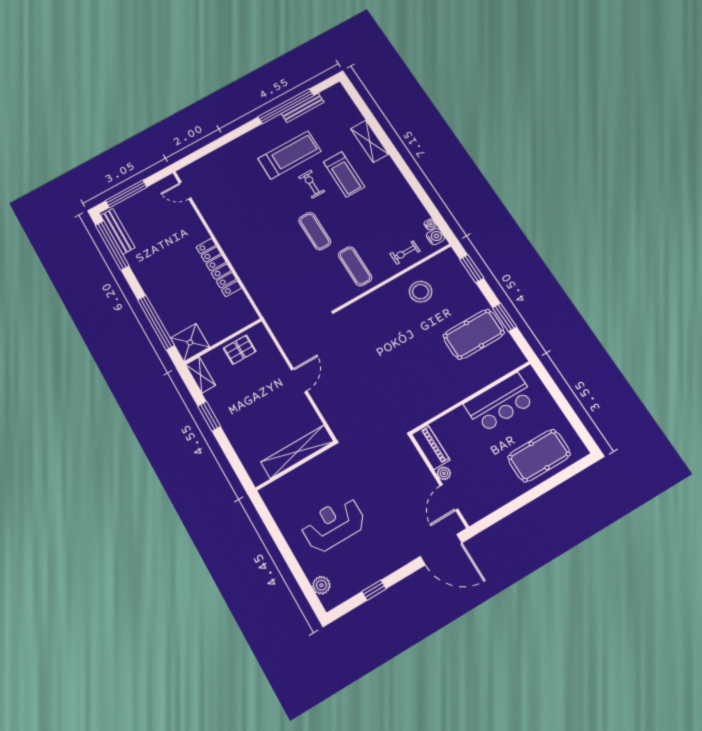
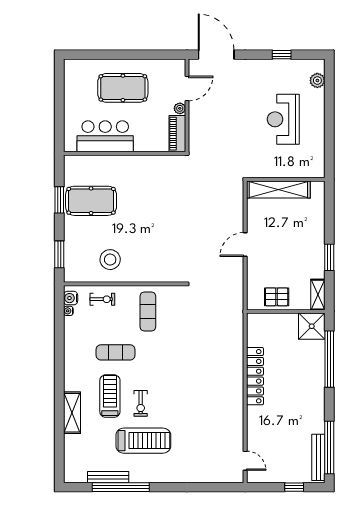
treadmill: (289, 155) -> (143, 441), turned 180
window: (126, 194) -> (294, 487), width x0.46
exercise mat: (315, 231) -> (116, 352), moved, turned 90
pool table: (539, 456) -> (123, 88), moved
reception desk: (333, 524) -> (283, 119), turned 90

